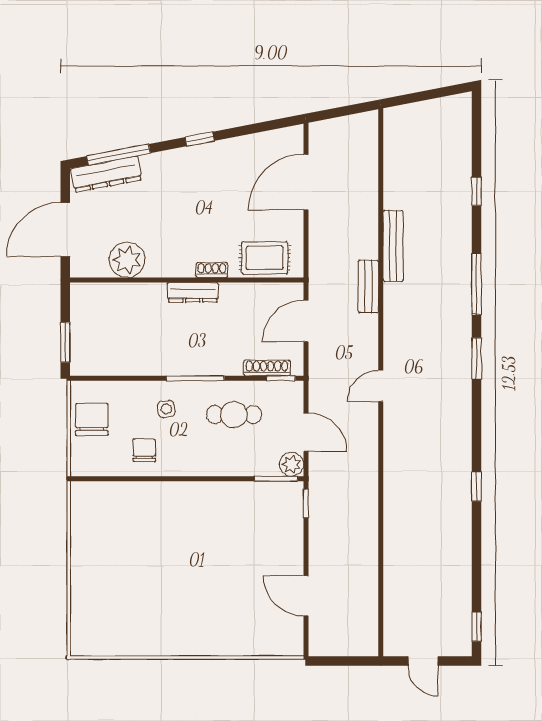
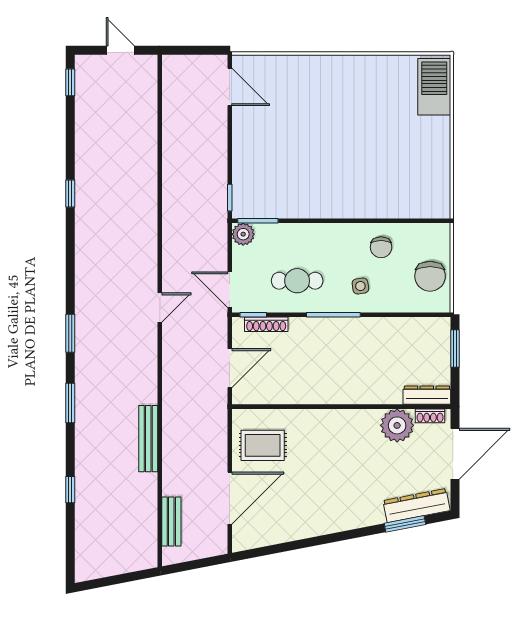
window: (200, 139) -> (329, 539), removed
window: (119, 155) -> (405, 524), width x0.69
rug: (265, 258) -> (263, 445), moved
shoe rack: (212, 270) -> (430, 416), moved
window: (477, 284) -> (70, 403), width x0.69
bench: (368, 286) -> (171, 521), moved
dresser: (193, 292) -> (427, 395), moved
door: (306, 432) -> (230, 290), moved
window: (477, 487) -> (70, 193), moved
door: (306, 596) -> (230, 87), moved
barbecue: (87, 622) -> (434, 87), added

